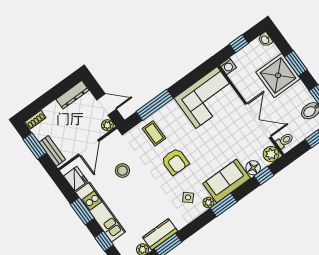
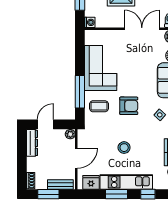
corner sofa: (207, 98) -> (101, 68), moved
door: (106, 104) -> (45, 124), moved
door: (89, 148) -> (76, 158), hinge flipped
stool: (122, 171) -> (124, 148), moved

